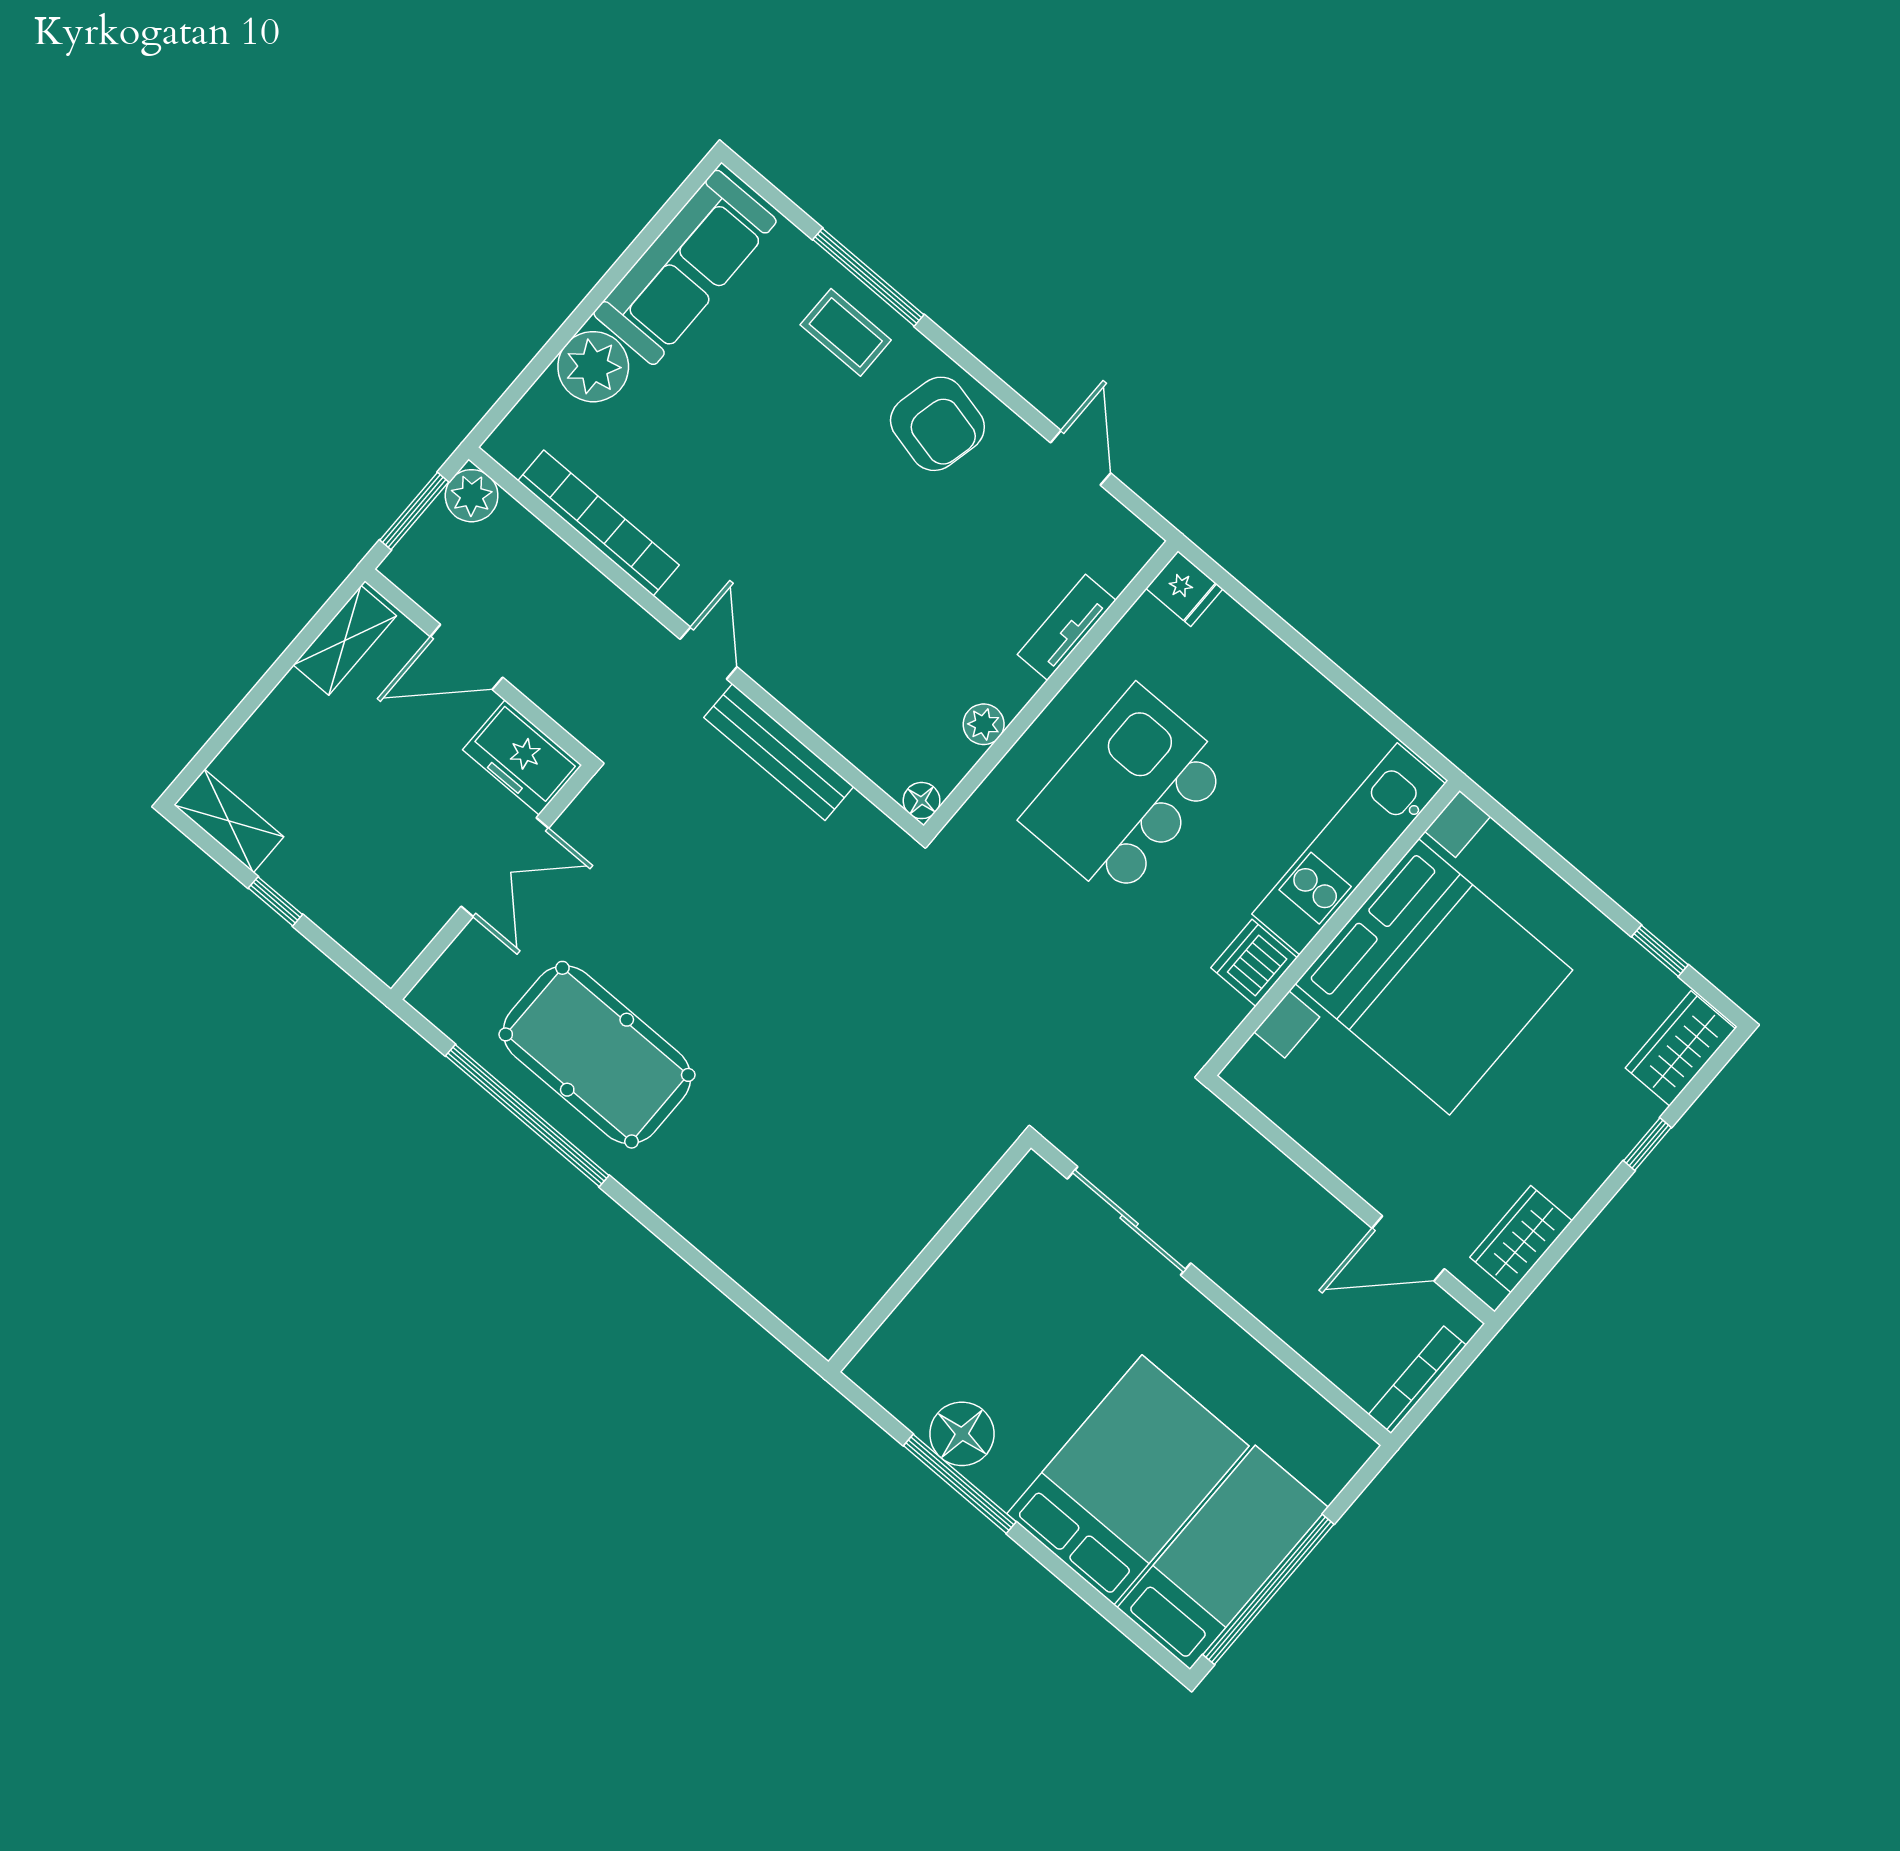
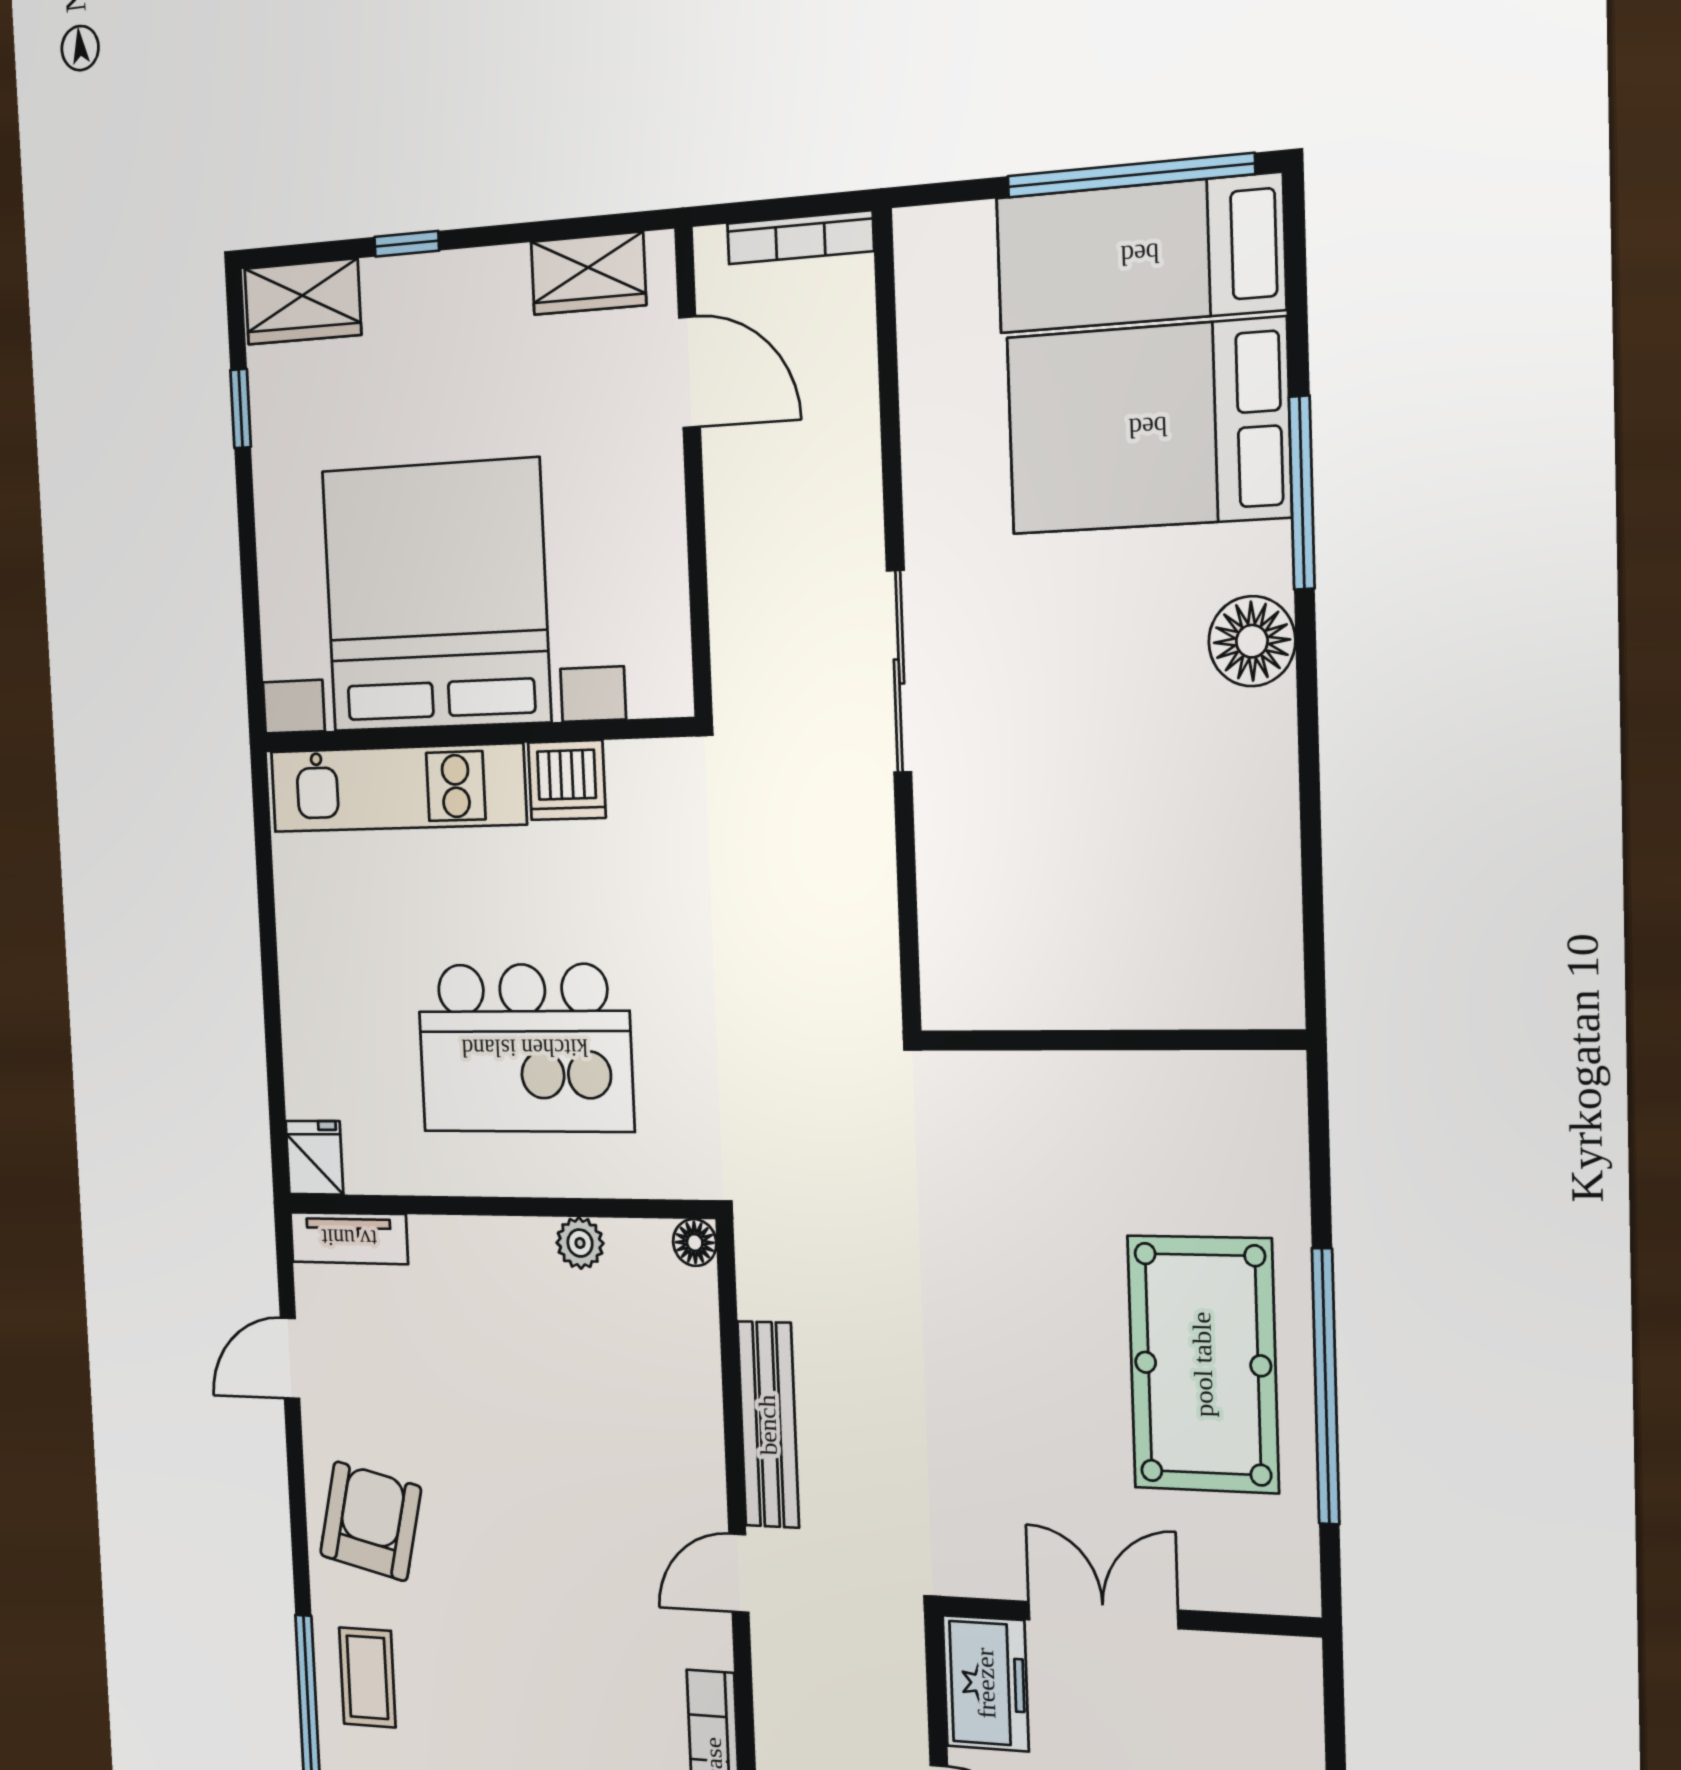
tv unit: (1067, 627) -> (349, 1238), moved
wall: (930, 1255) -> (1110, 1040), moved
window: (960, 1484) -> (1302, 493), moved

